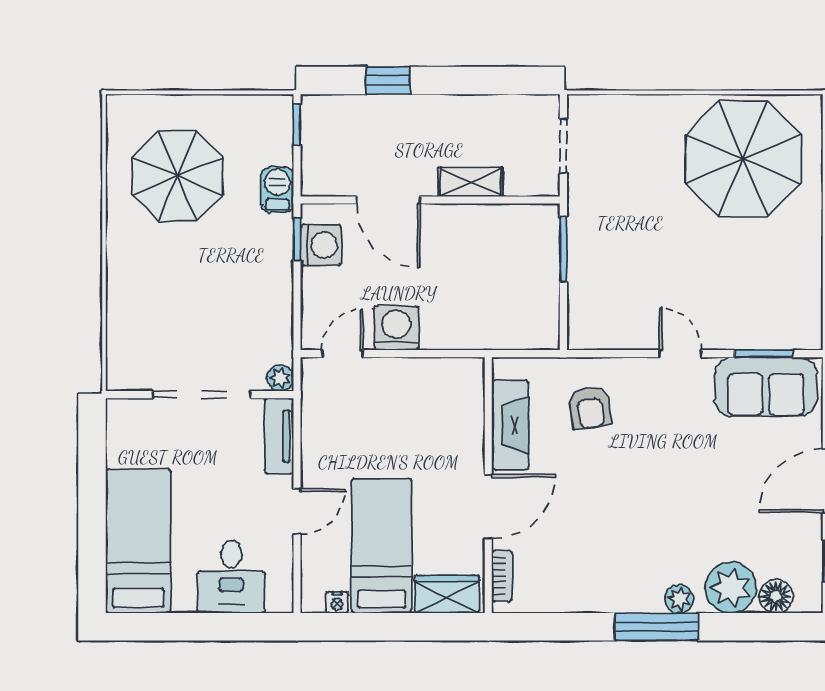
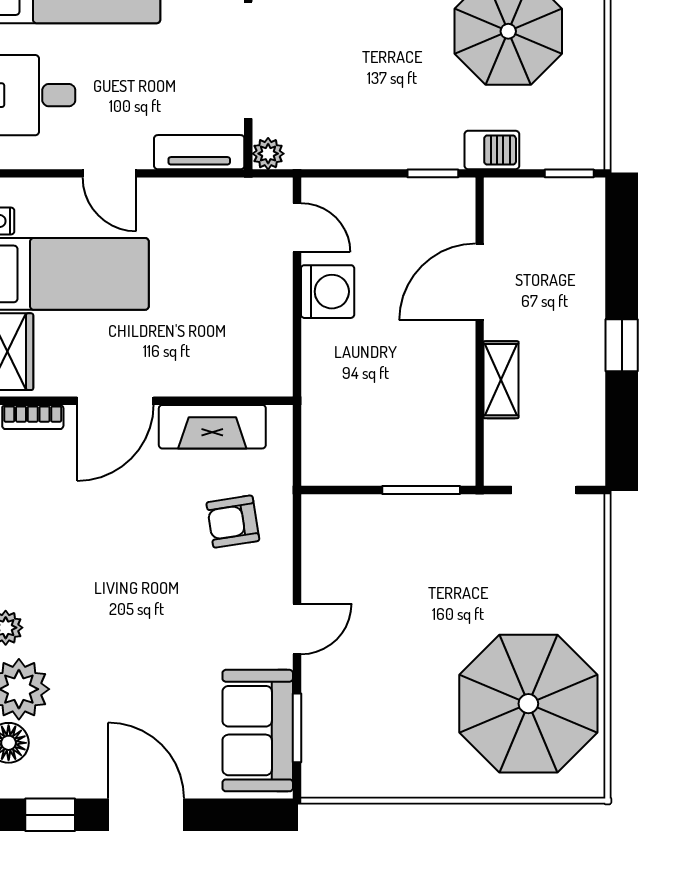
window: (388, 80) -> (622, 345), moved
washing machine: (321, 245) -> (426, 202), removed
door: (488, 506) -> (115, 401), hinge flipped

